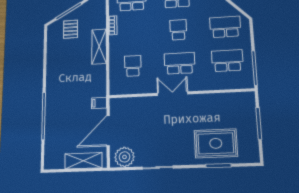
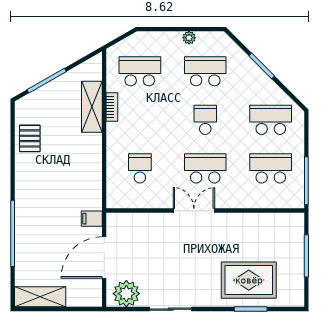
pallet: (71, 29) -> (30, 138), moved
shelving: (99, 47) -> (92, 107), moved
shelving: (83, 161) -> (40, 297), moved

